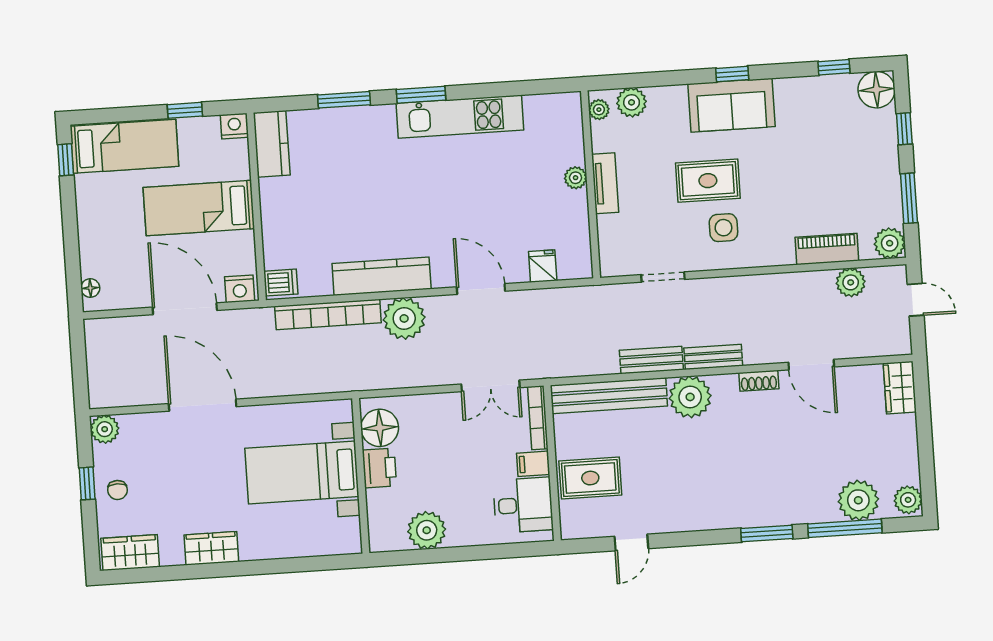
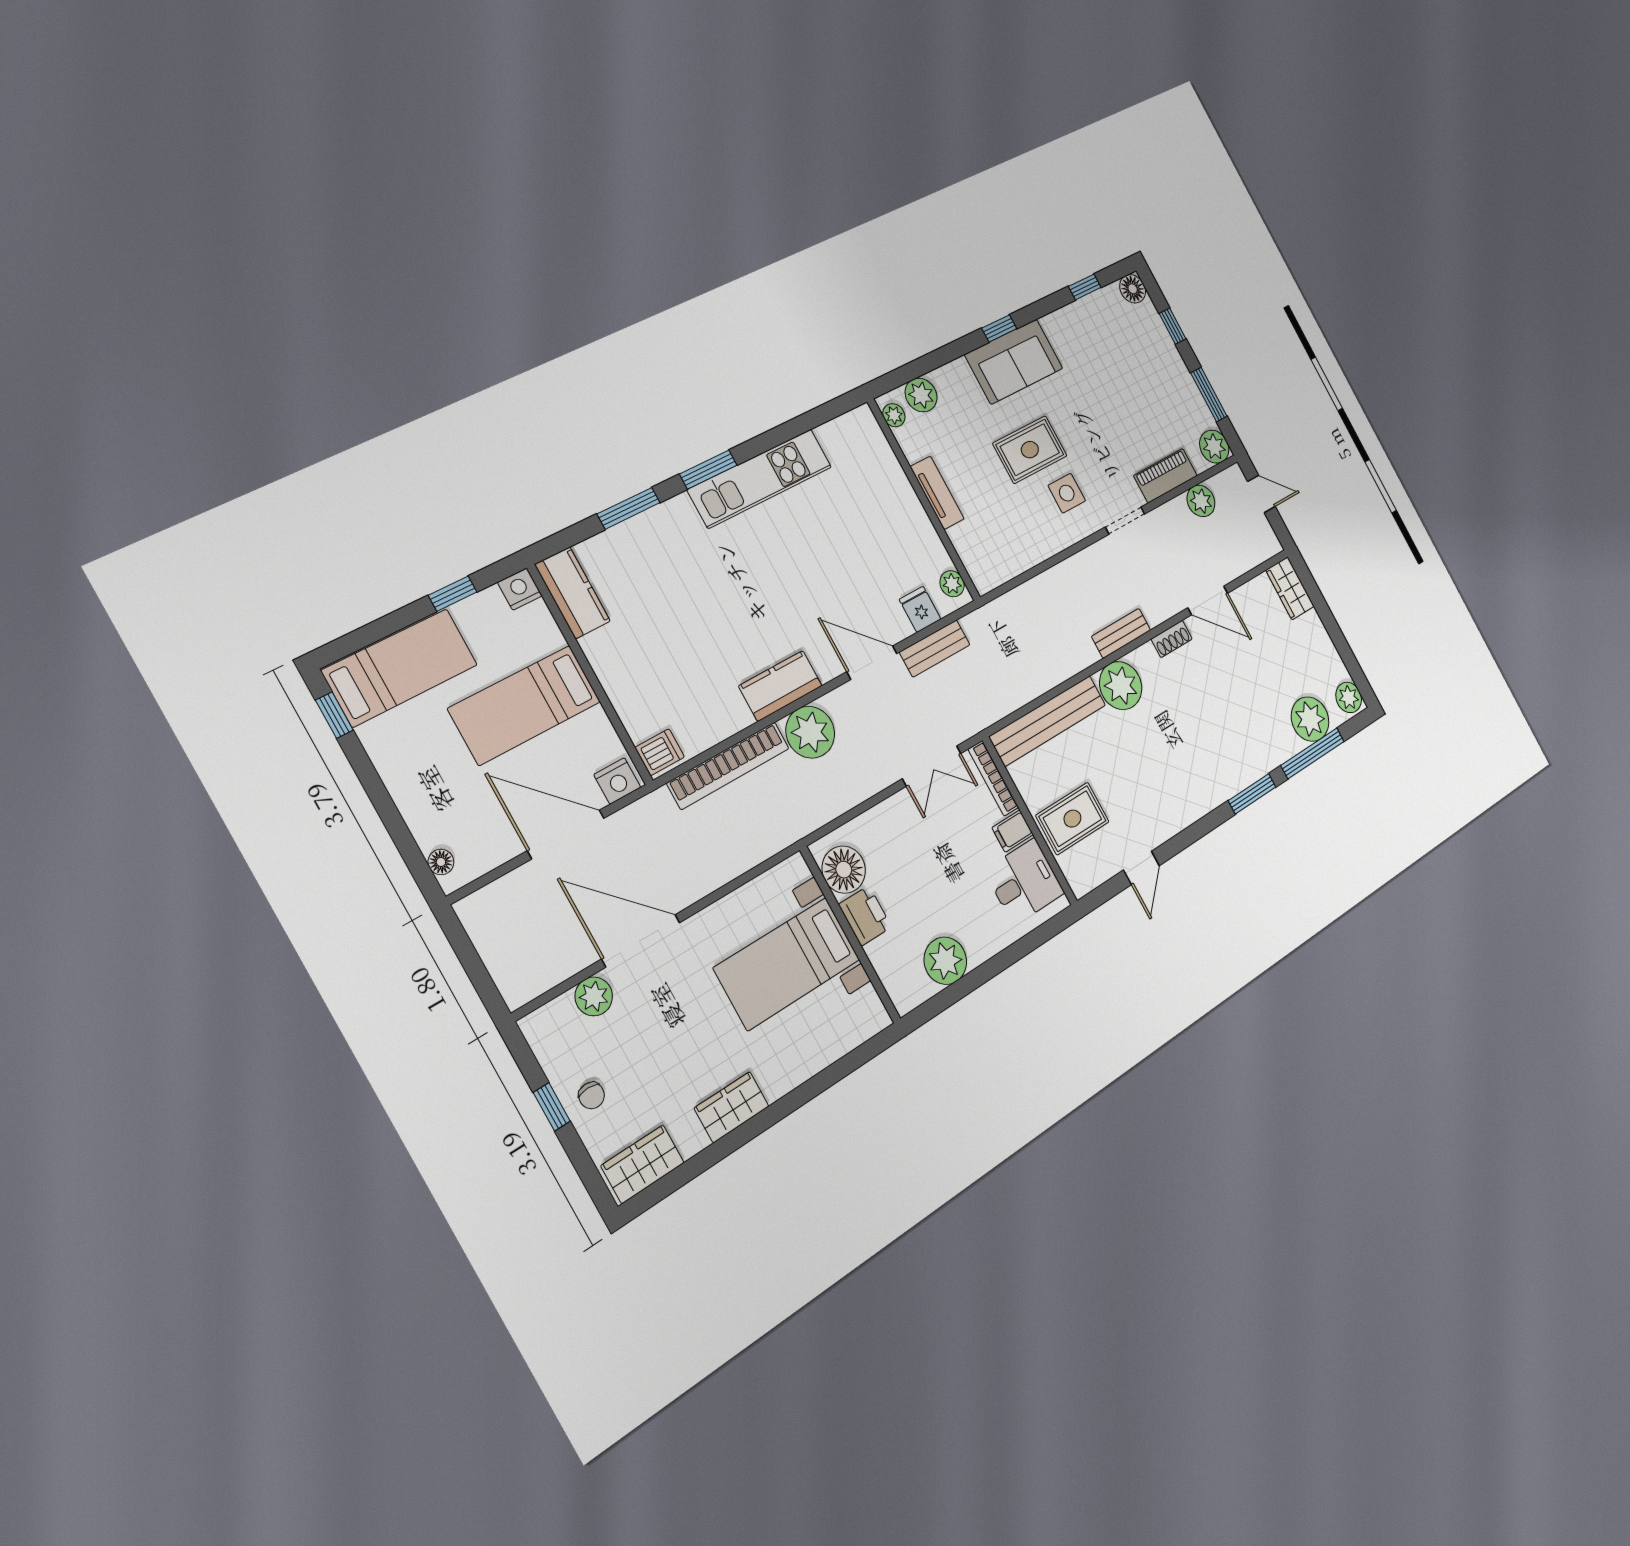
floor lamp: (876, 90) -> (1133, 289), width x0.73, depth x0.73
plant: (576, 178) -> (952, 584), moved
kitchen counter: (382, 276) -> (780, 686), width x0.67
doorway: (663, 277) -> (1125, 521), moved
bench: (651, 360) -> (935, 648), moved
plant: (105, 429) -> (594, 996), moved

